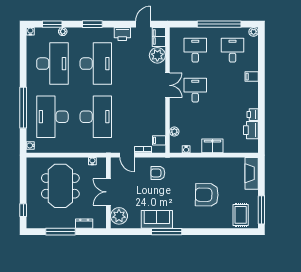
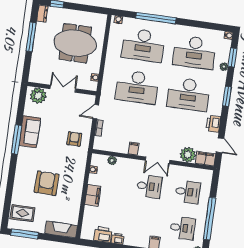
desk: (52, 117) -> (143, 45), turned 180
filing cabinet: (159, 140) -> (134, 149), moved
dresser: (84, 224) -> (42, 14), moved

